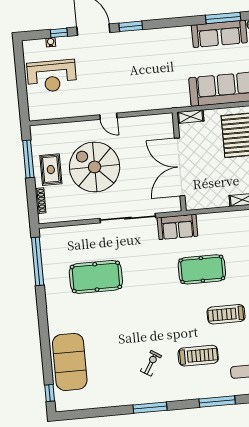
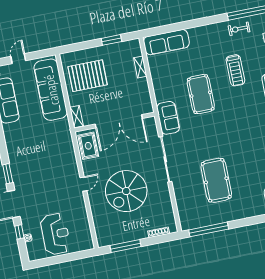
rug: (51, 170) -> (88, 146), moved, turned 90

